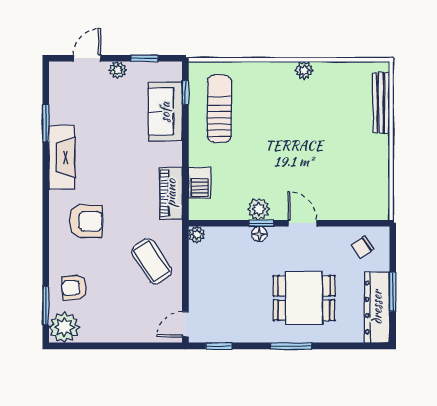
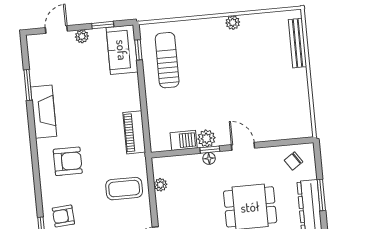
sofa: (165, 112) -> (122, 50), moved
barbecue: (200, 183) -> (184, 140), moved, turned -90
plant: (197, 235) -> (160, 185), moved
coffee table: (152, 261) -> (124, 189), turned -57

